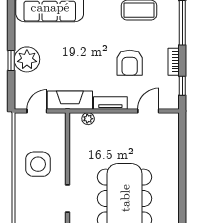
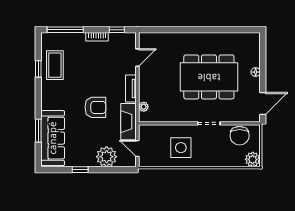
plant: (27, 59) -> (107, 157), moved
window: (11, 61) -> (80, 170), moved
armchair: (130, 63) -> (95, 107), moved
door: (148, 111) -> (137, 58), swing flipped

